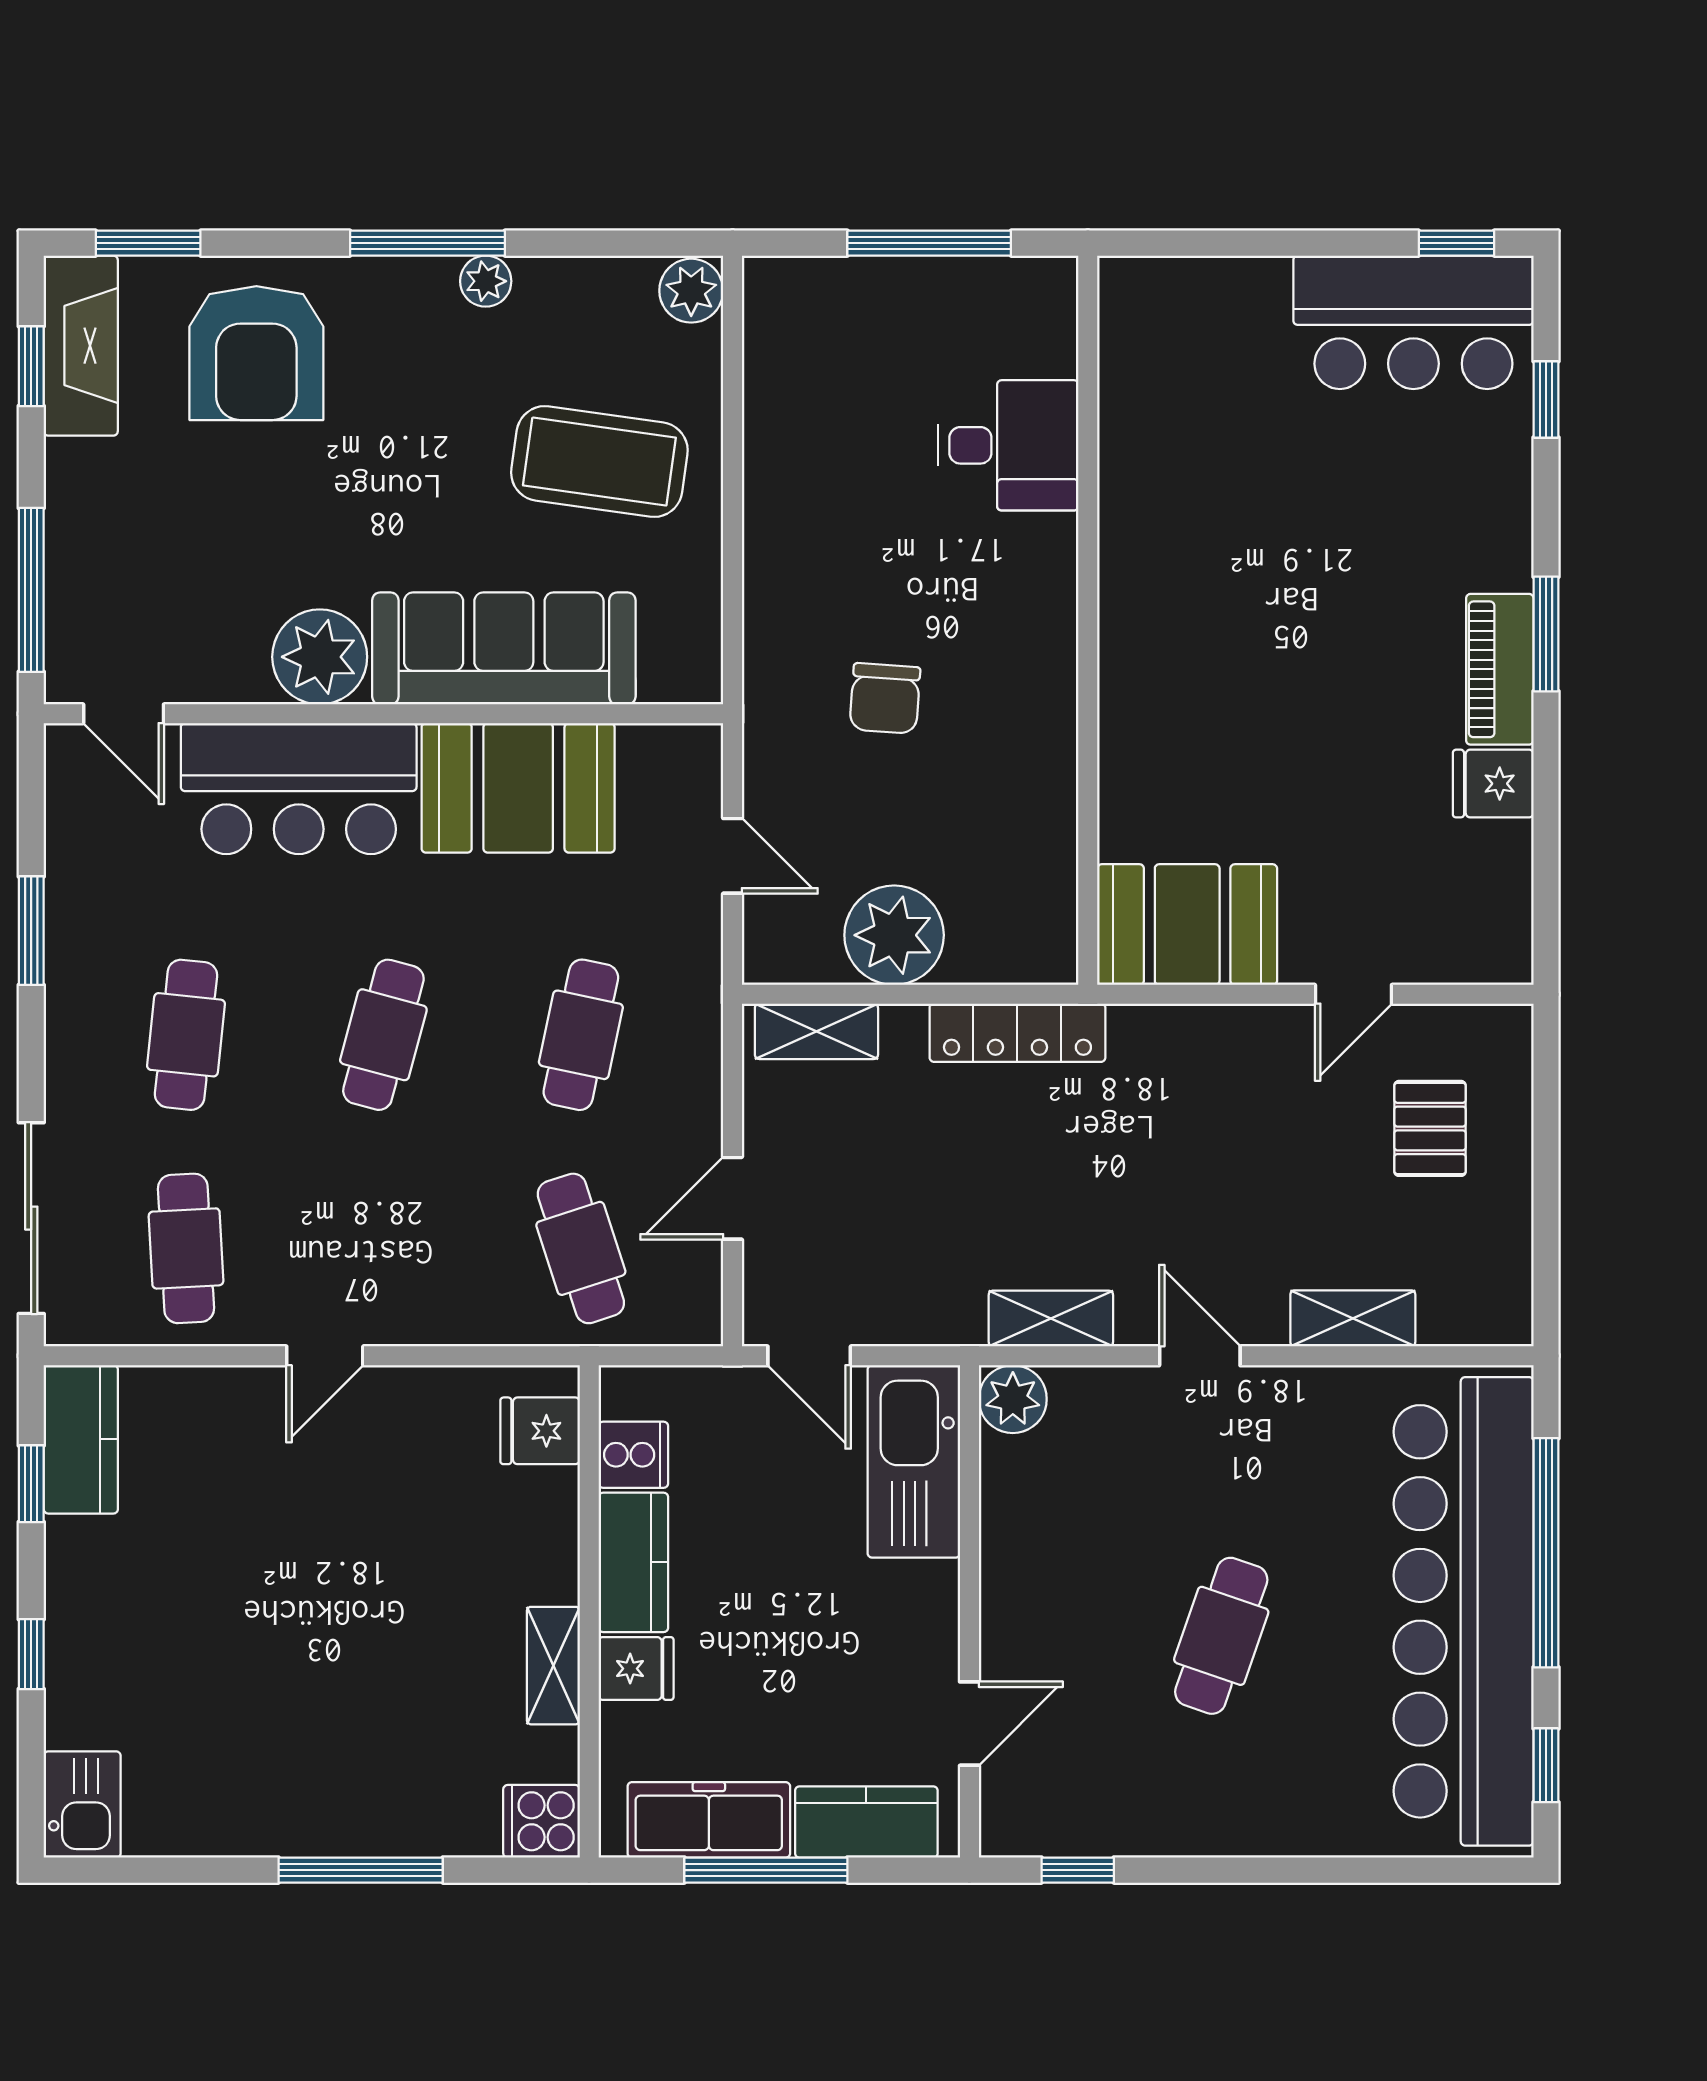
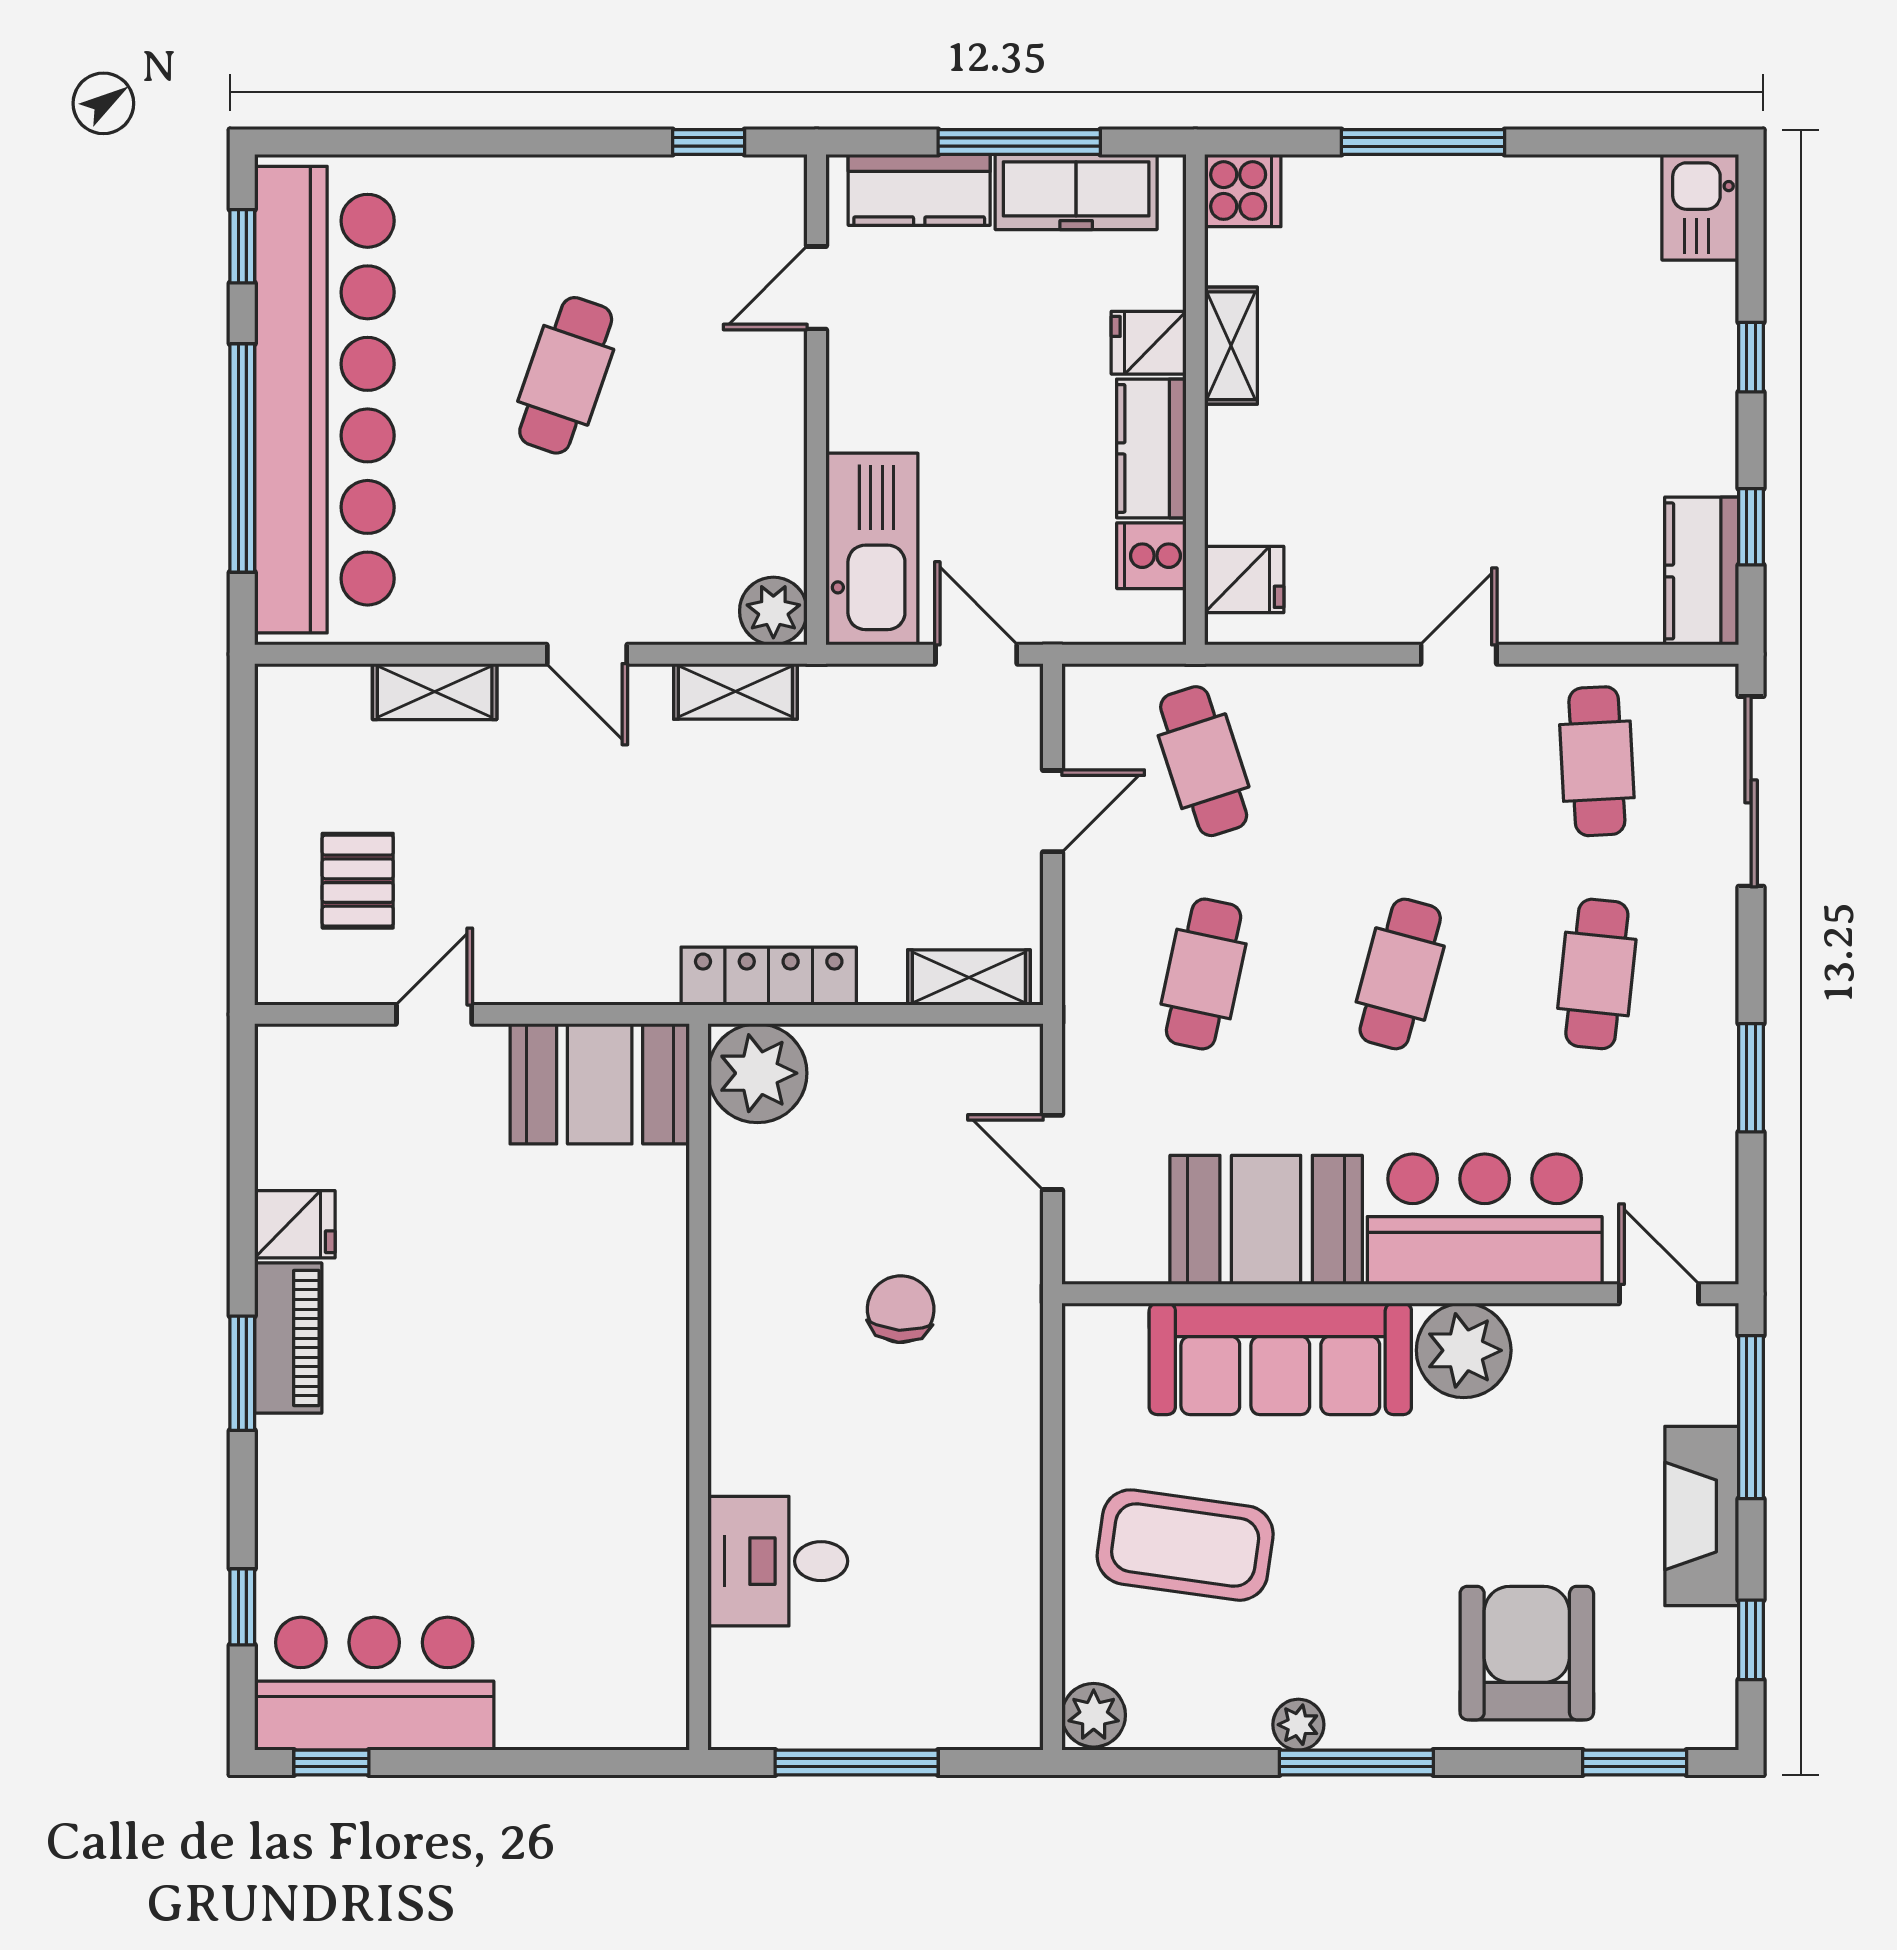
fireplace: (81, 346) -> (1702, 1516), moved
plant: (894, 935) -> (757, 1073), moved

